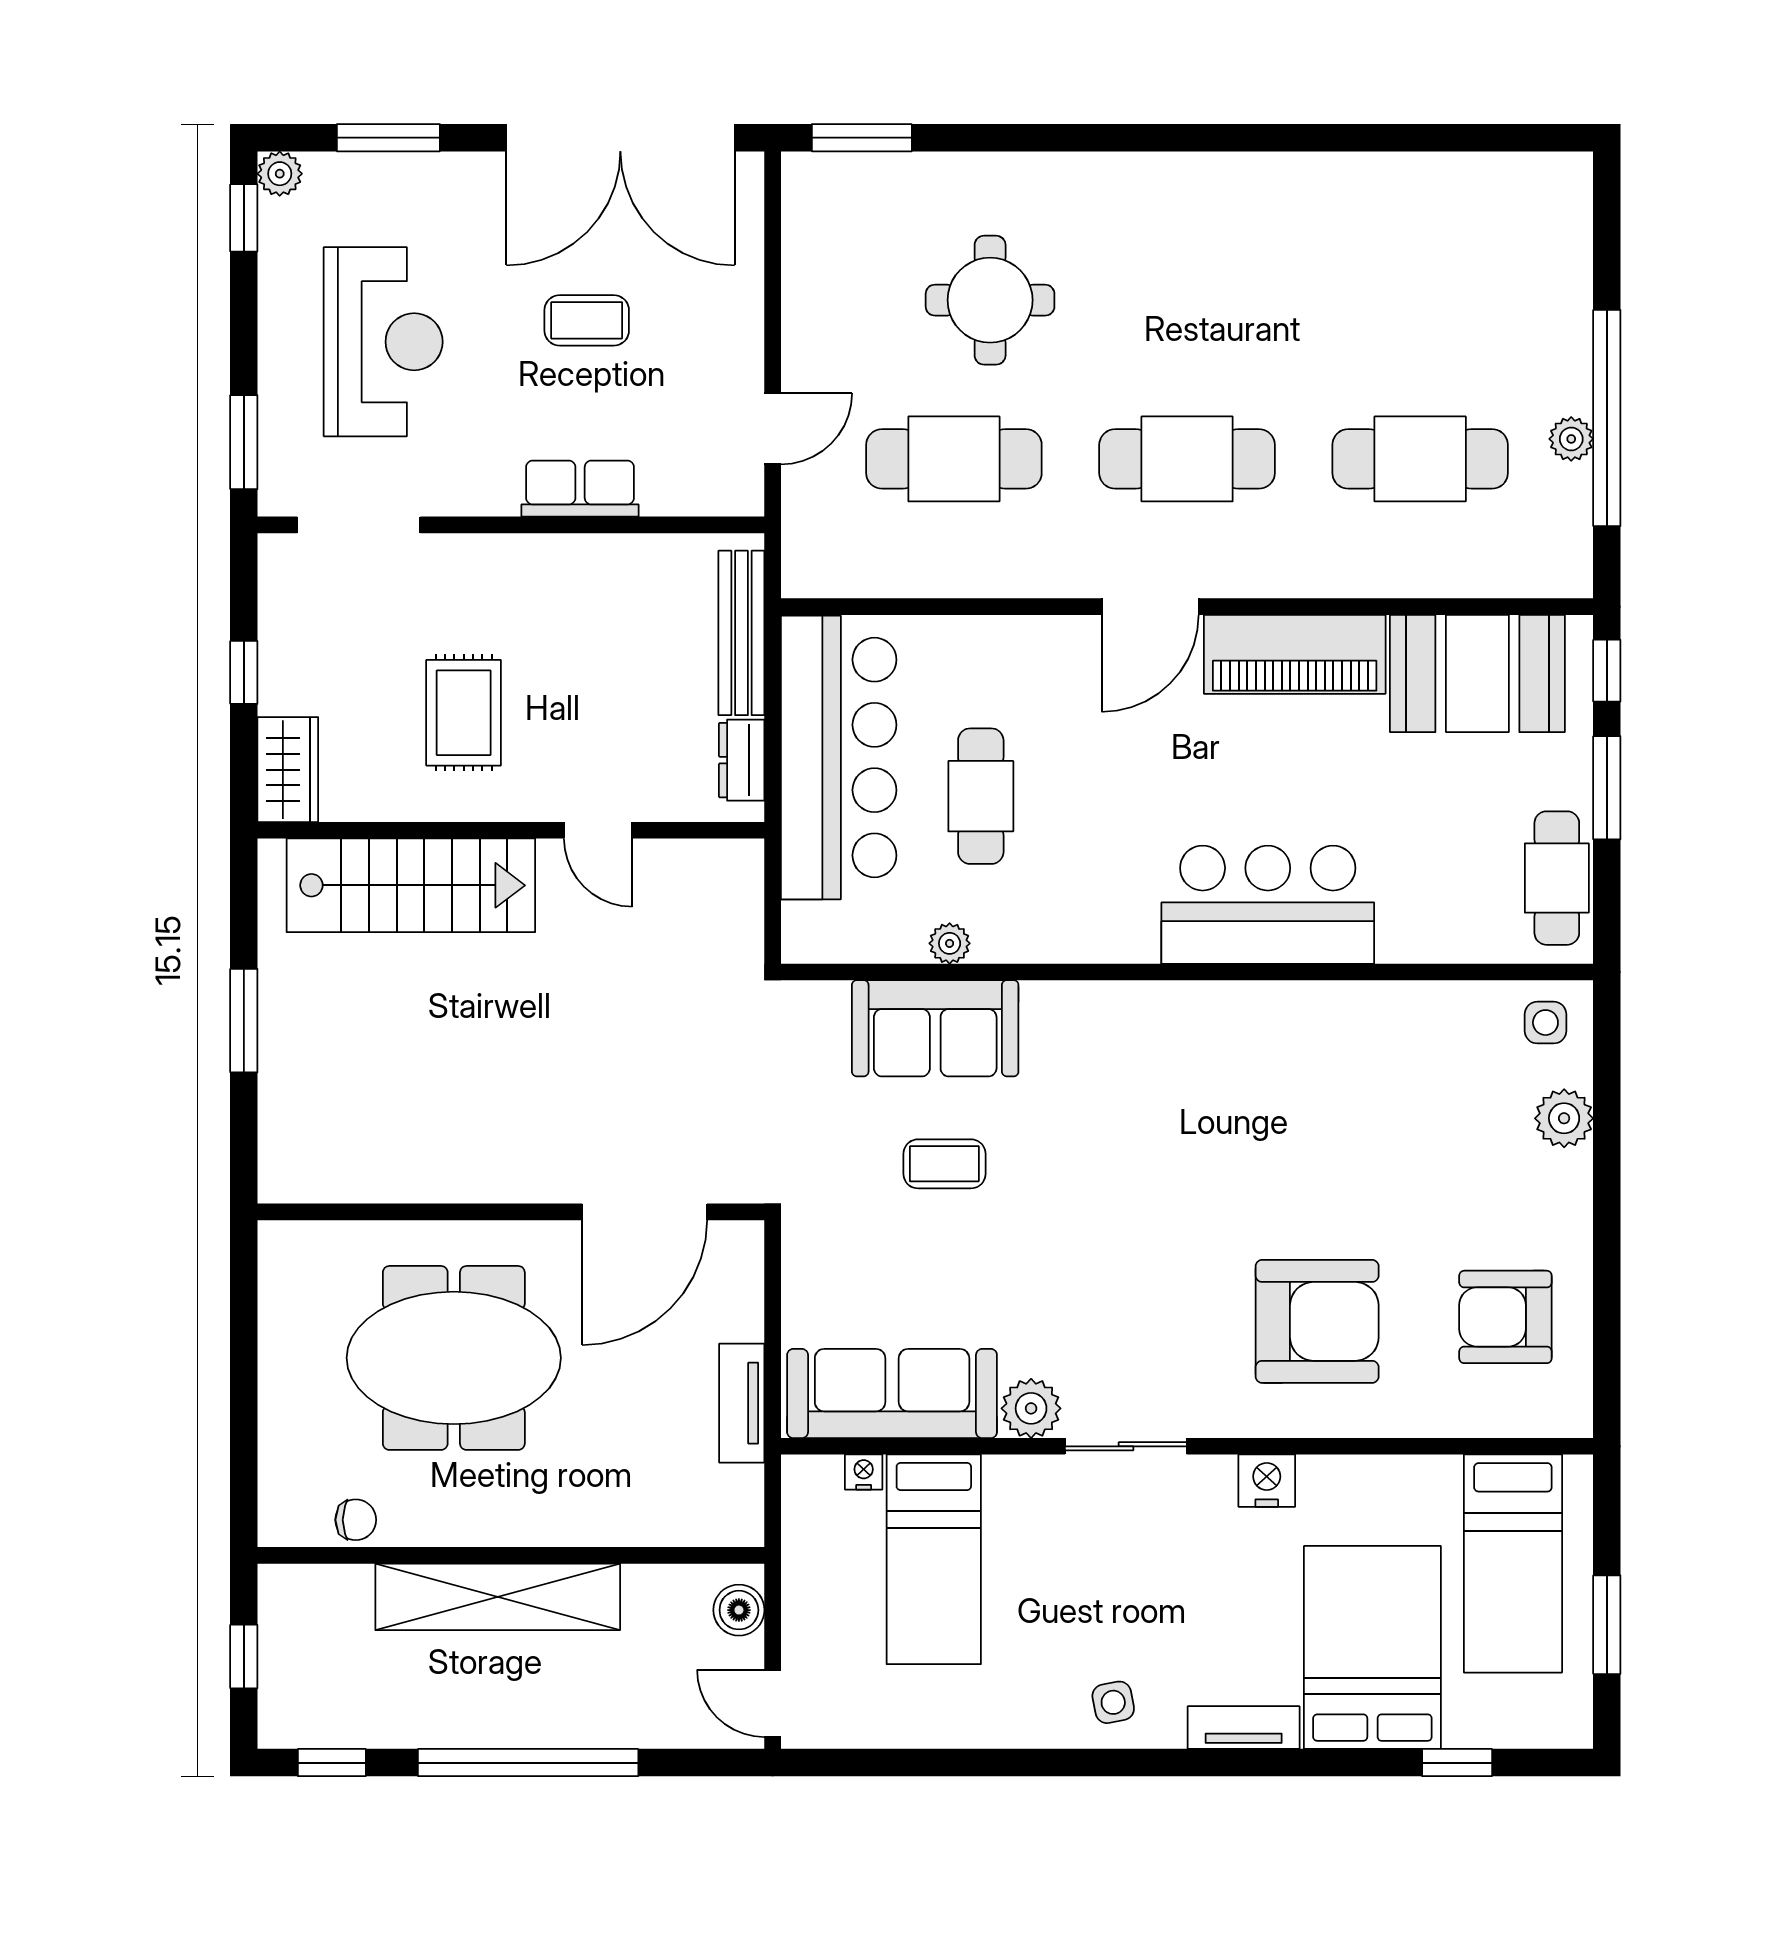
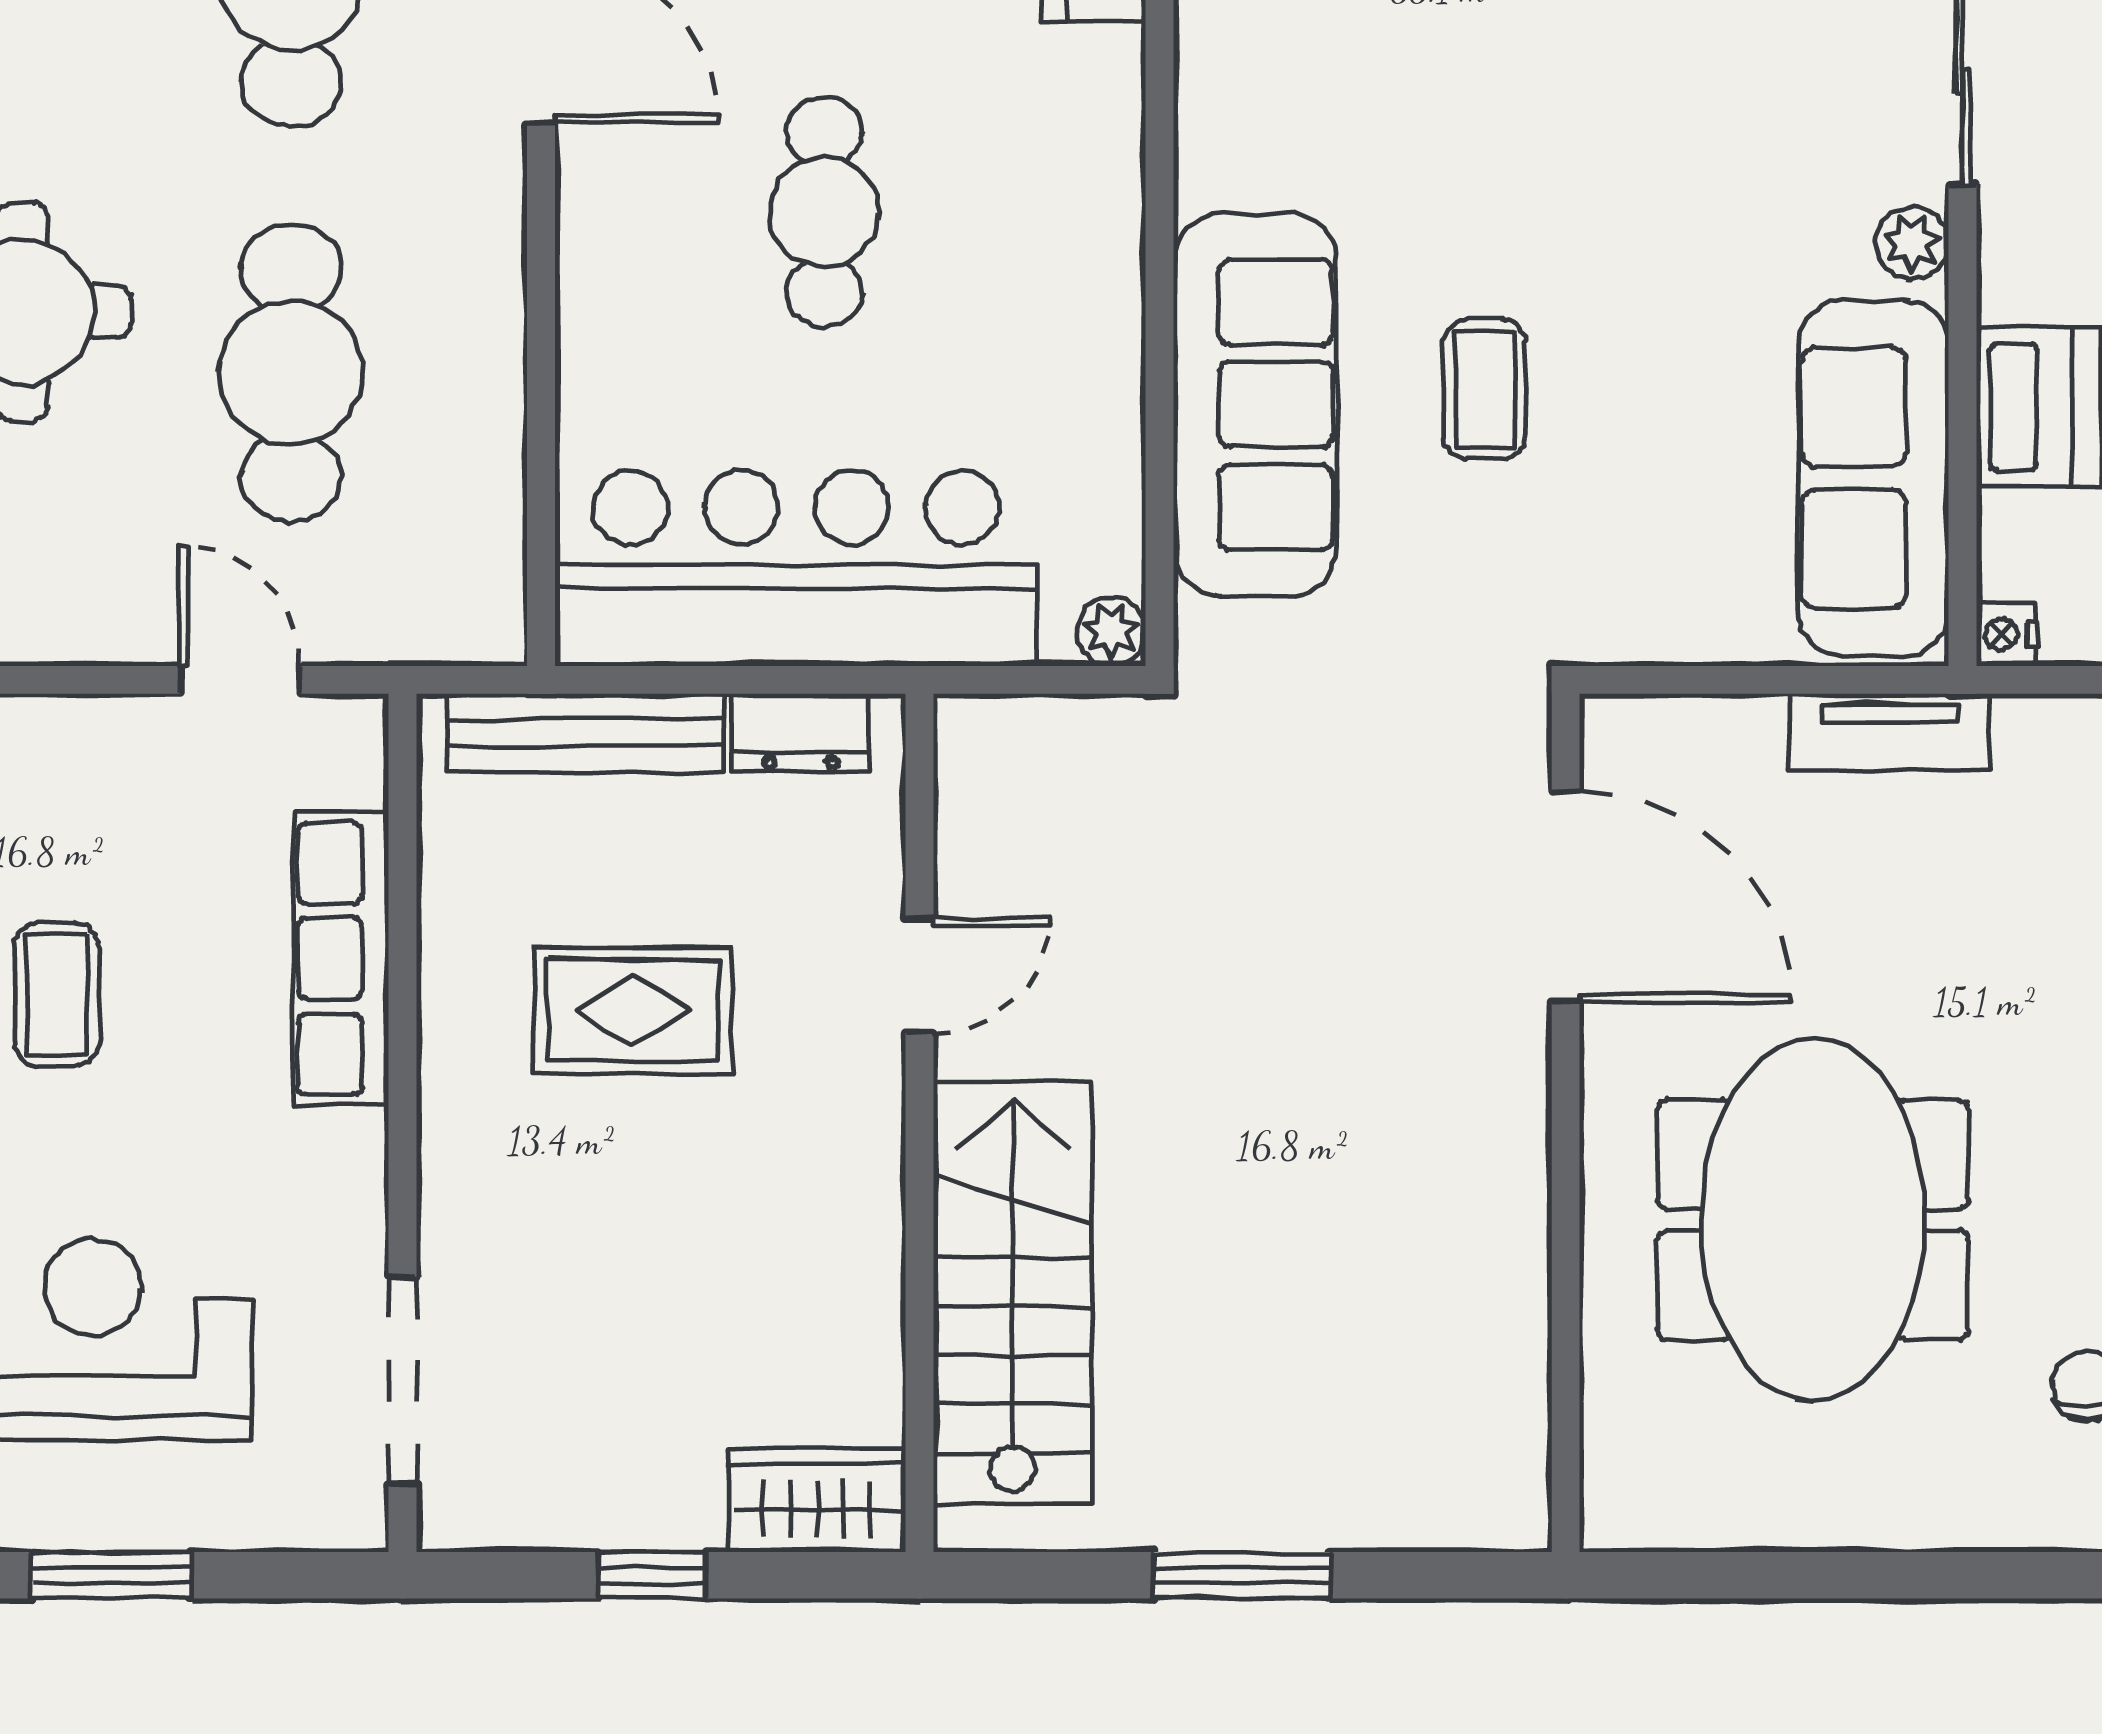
window: (244, 442) -> (111, 1575), moved
row of seats: (580, 489) -> (341, 959), width x1.48
rug: (464, 713) -> (633, 1010), moved
cafe table: (981, 796) -> (824, 212), moved, turned 90
plant: (950, 943) -> (1111, 631), moved
sofa: (935, 1028) -> (1255, 405), width x1.36
plant: (1031, 1408) -> (1912, 242), width x0.73, depth x0.73
nightstand: (864, 1472) -> (2006, 634), moved

